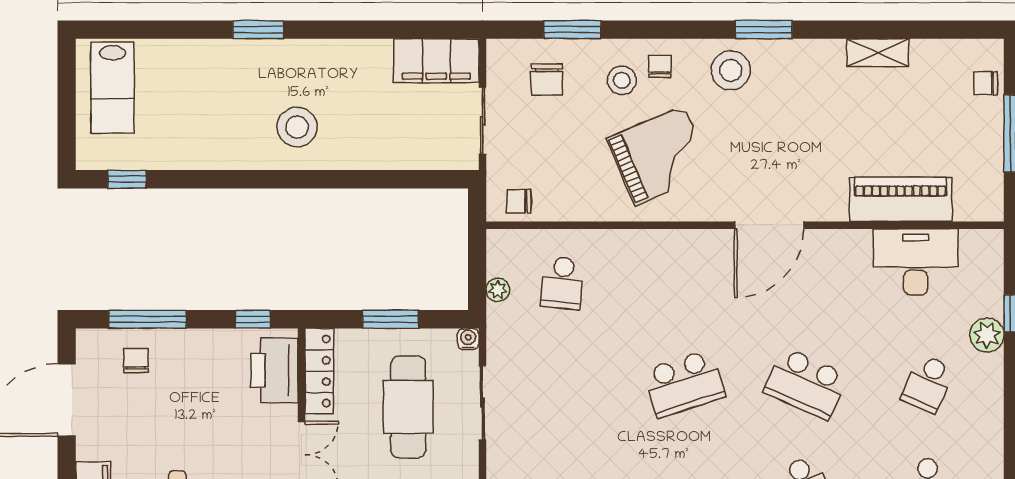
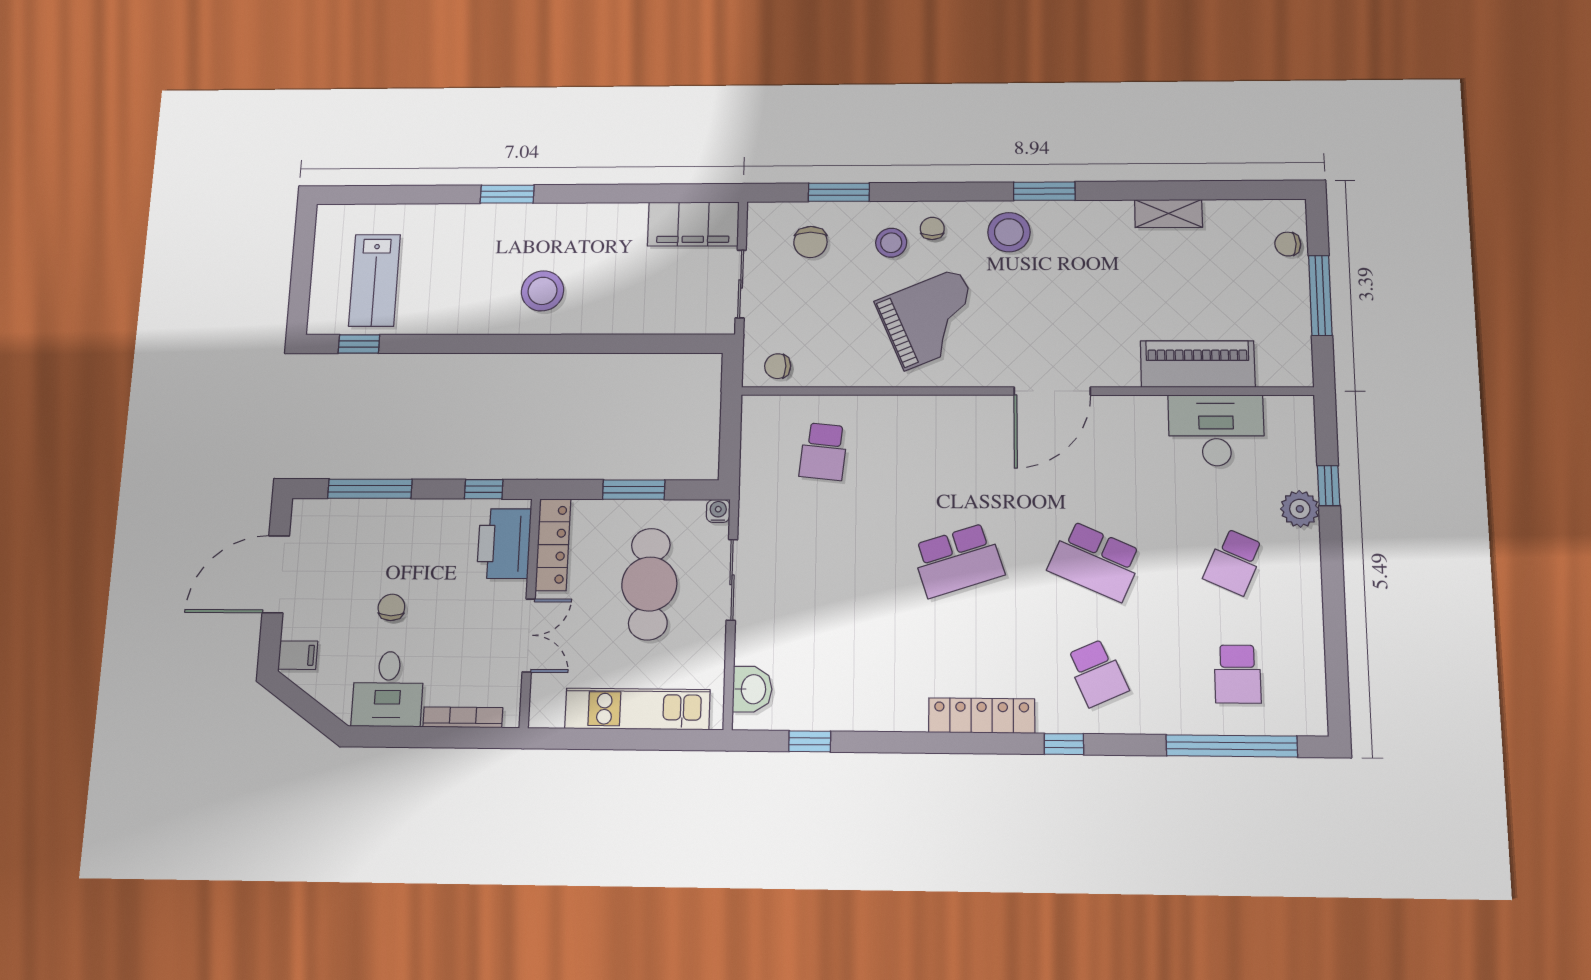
lab bench: (112, 88) -> (375, 280), moved
plant: (498, 290) -> (752, 459), removed
chair: (136, 361) -> (391, 607), moved

